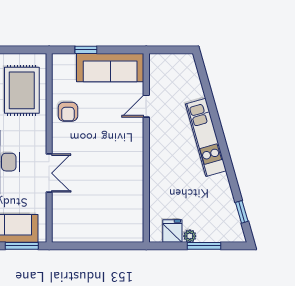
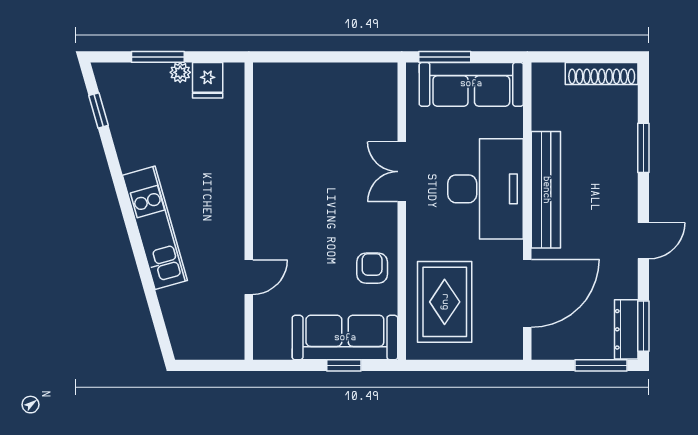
sofa: (110, 68) -> (345, 338), moved

